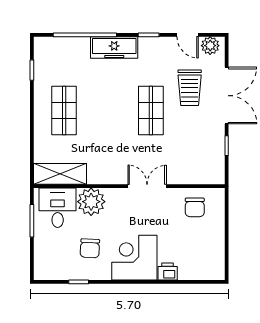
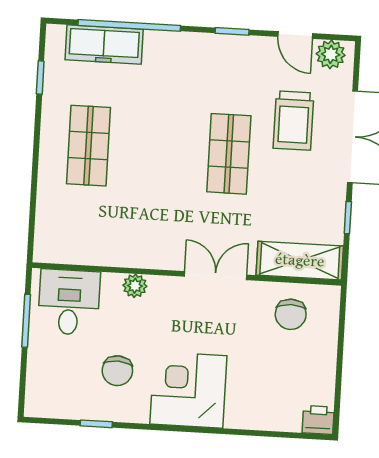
freezer: (114, 47) -> (104, 44), moved
shelving: (60, 174) -> (300, 261), moved
plant: (91, 202) -> (135, 286), width x0.53, depth x0.53
printer: (168, 272) -> (318, 420), moved

